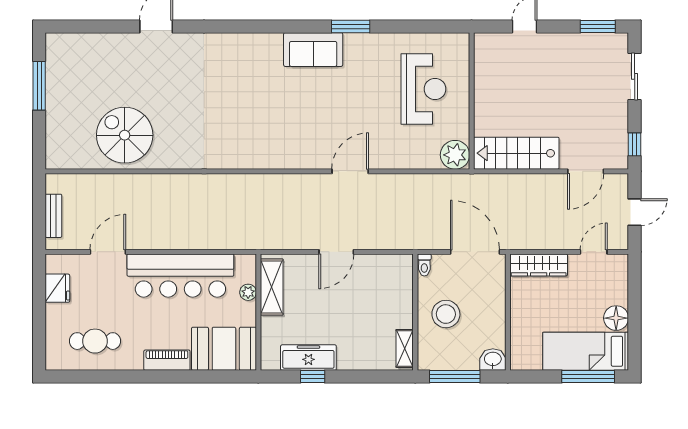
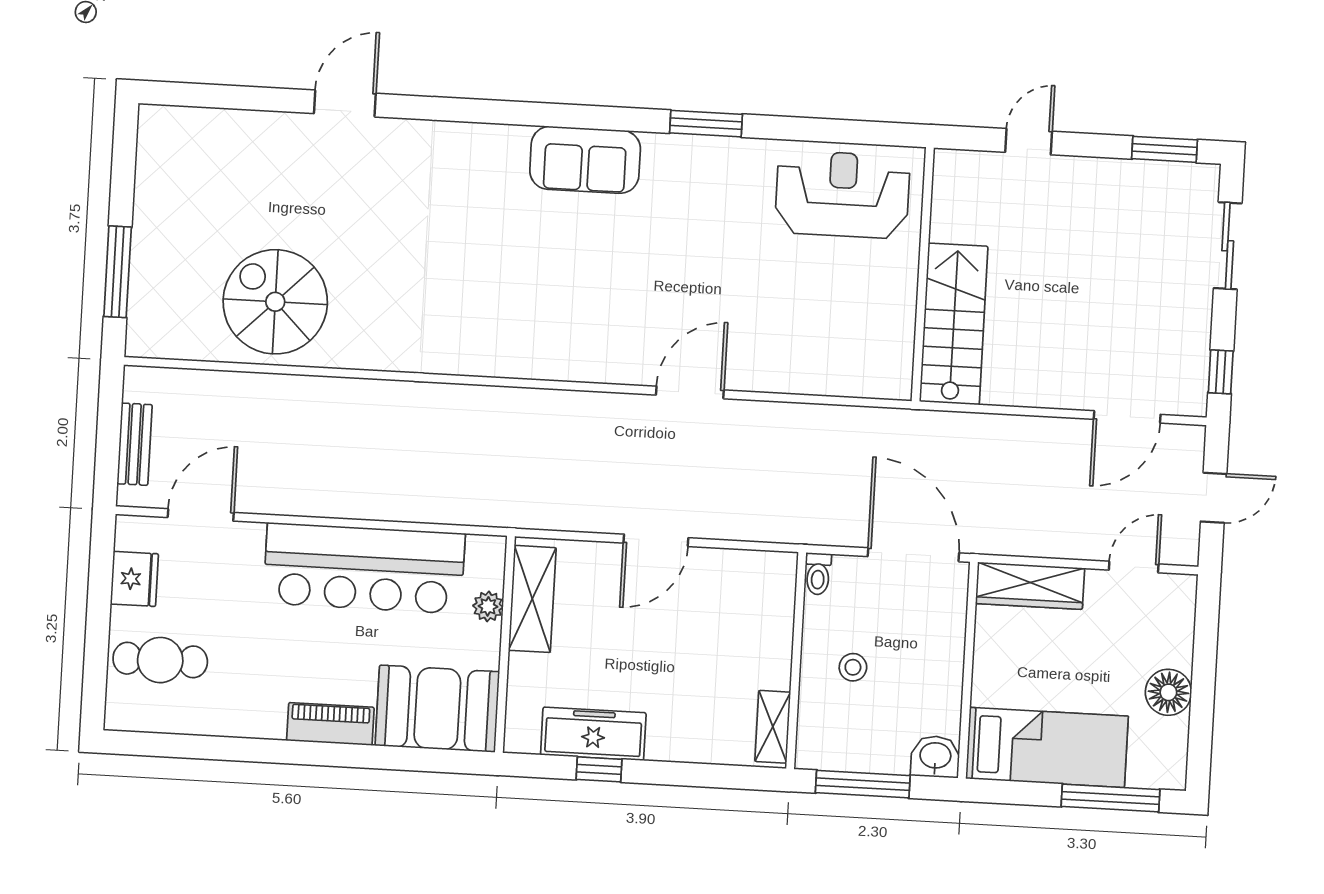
sofa: (313, 50) -> (585, 160), moved
window: (39, 86) -> (118, 272), moved
reception desk: (423, 89) -> (842, 194), moved, turned -90
stairs: (516, 153) -> (954, 324), moved, turned 90
plant: (455, 155) -> (886, 373), removed
door: (108, 252) -> (201, 515), moved
stool: (446, 314) -> (853, 667), width x0.53, depth x0.53
cafe table: (95, 341) -> (160, 660), moved
bed: (586, 351) -> (1047, 747), moved, turned 180

